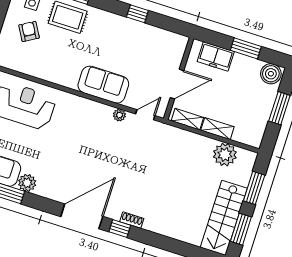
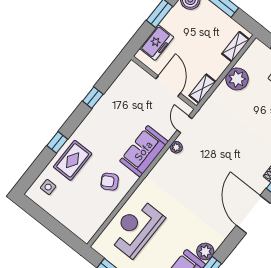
armchair: (29, 31) -> (110, 182), moved
shelving: (217, 129) -> (236, 47), moved
plant: (225, 155) -> (237, 79), moved

